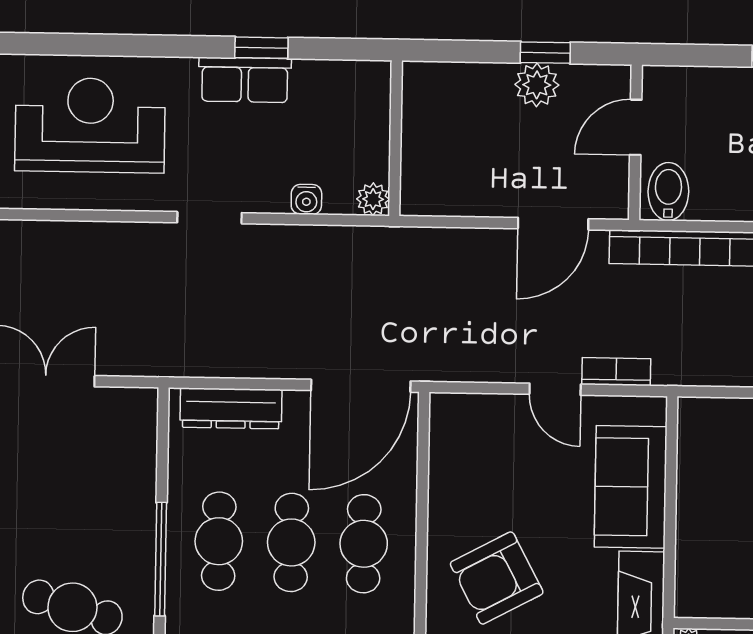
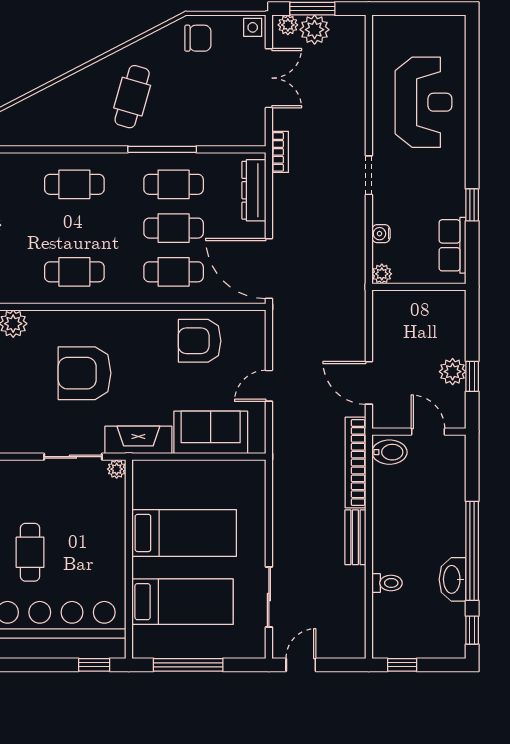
row of seats: (245, 80) -> (452, 245), moved
bookcase: (616, 372) -> (280, 152), moved
armchair: (497, 578) -> (200, 341), moved, turned -62

